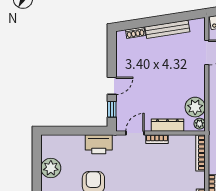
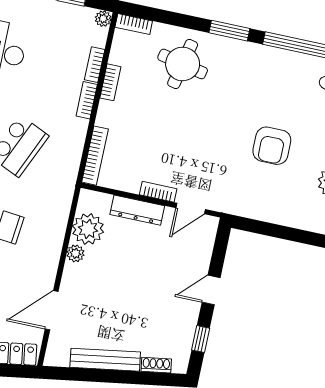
window: (112, 109) -> (201, 339), moved
plant: (200, 124) -> (76, 253), moved
printer: (99, 144) -> (251, 203), removed

